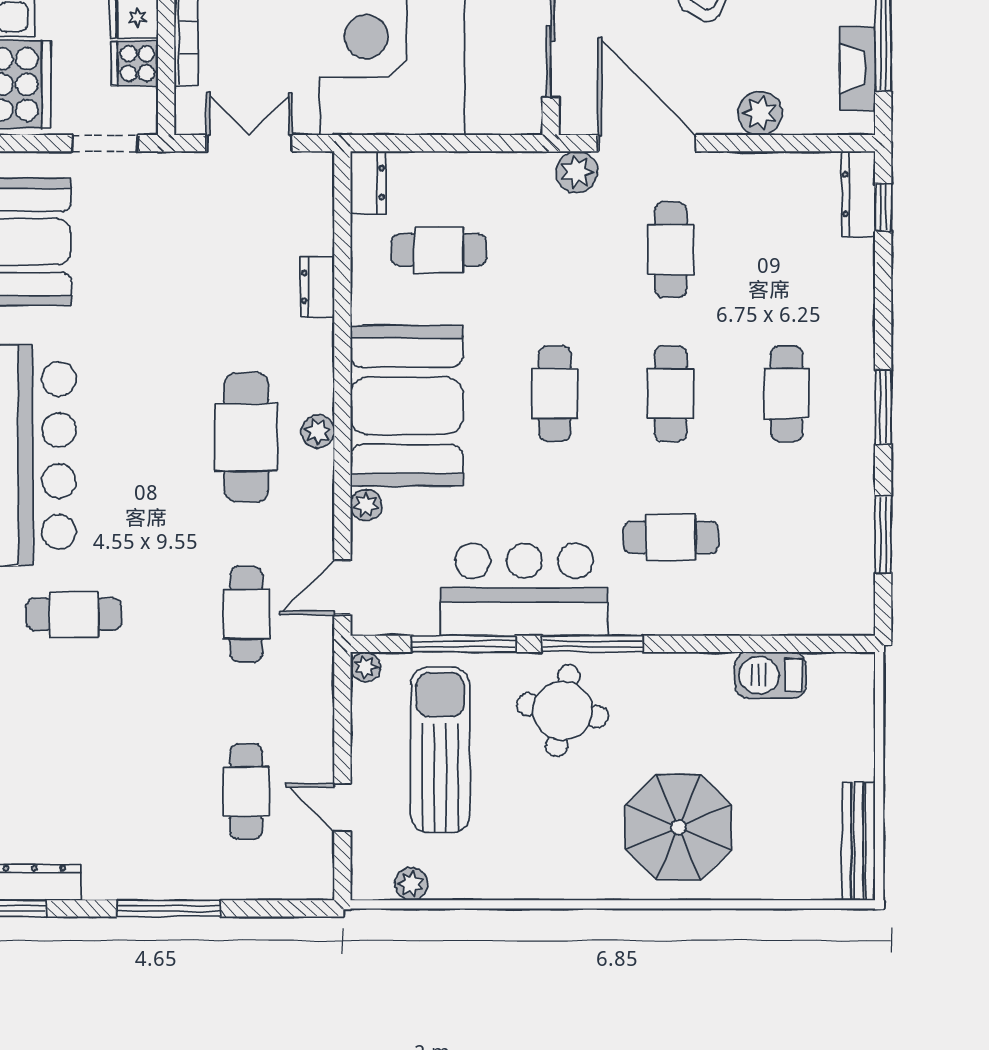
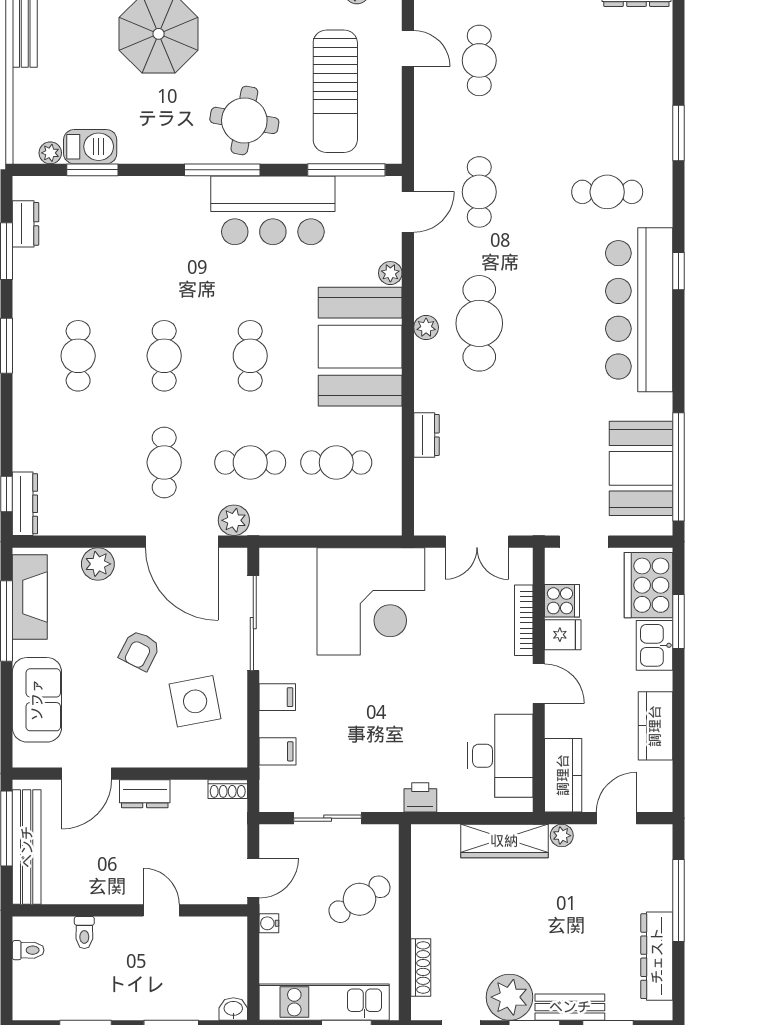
fireplace: (857, 69) -> (30, 597), width x1.37, depth x1.32
dresser: (368, 183) -> (26, 224), moved, turned 180
cafe table: (671, 537) -> (250, 463), moved
window: (464, 644) -> (346, 170), moved
window: (767, 644) -> (92, 170), added
plant: (365, 667) -> (50, 153), moved

